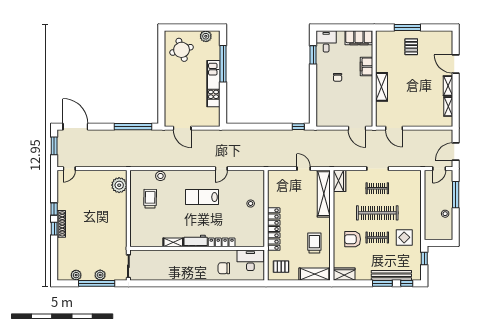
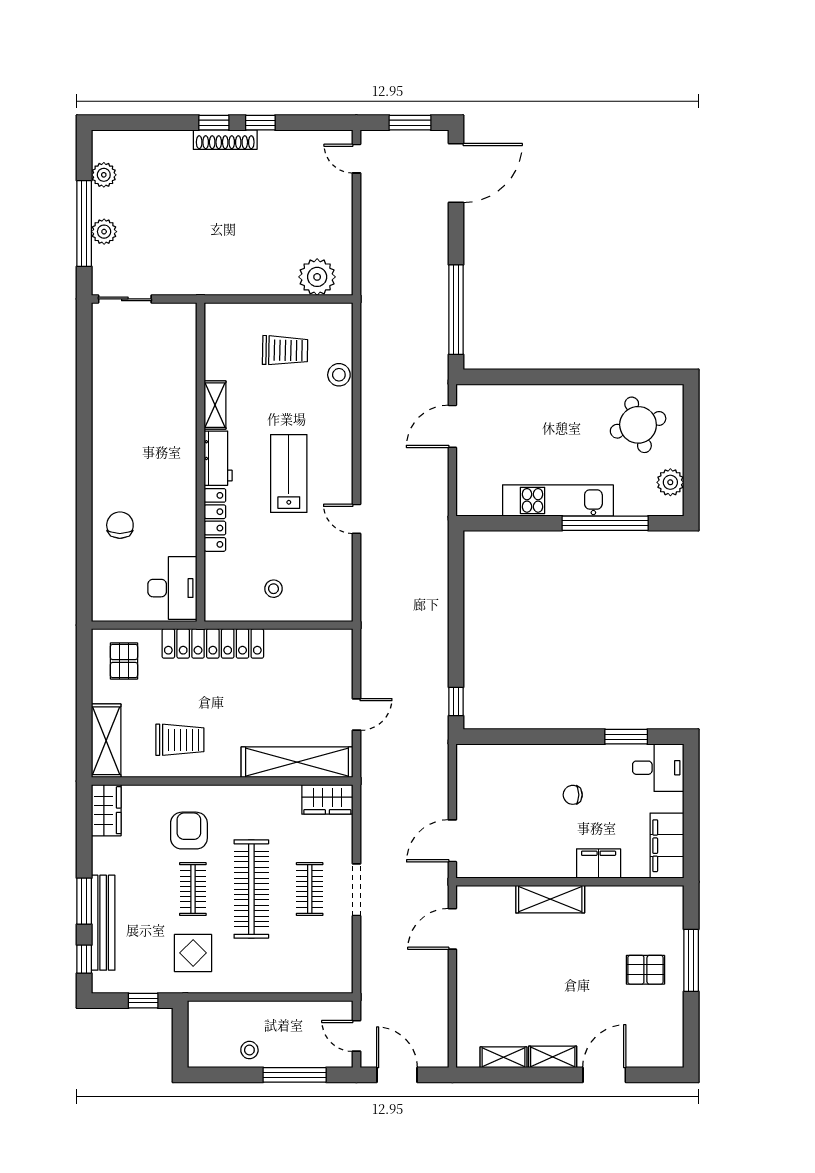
workbench: (196, 241) -> (218, 458), moved
shelving: (173, 242) -> (215, 405), moved
locker: (222, 242) -> (215, 520), moved
wall: (197, 248) -> (201, 462), moved
desk: (250, 260) -> (172, 588), moved

